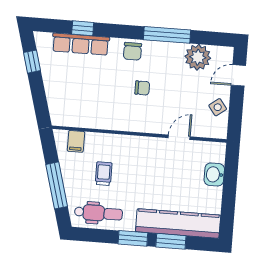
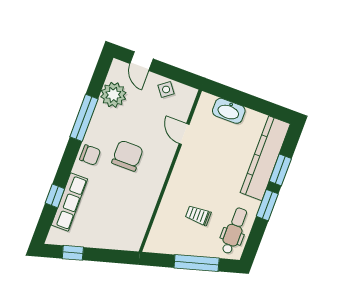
chair: (142, 88) -> (127, 156), width x1.87, depth x1.87
filing cabinet: (76, 141) -> (160, 233), removed
washbasin: (214, 174) -> (229, 111), width x1.38

